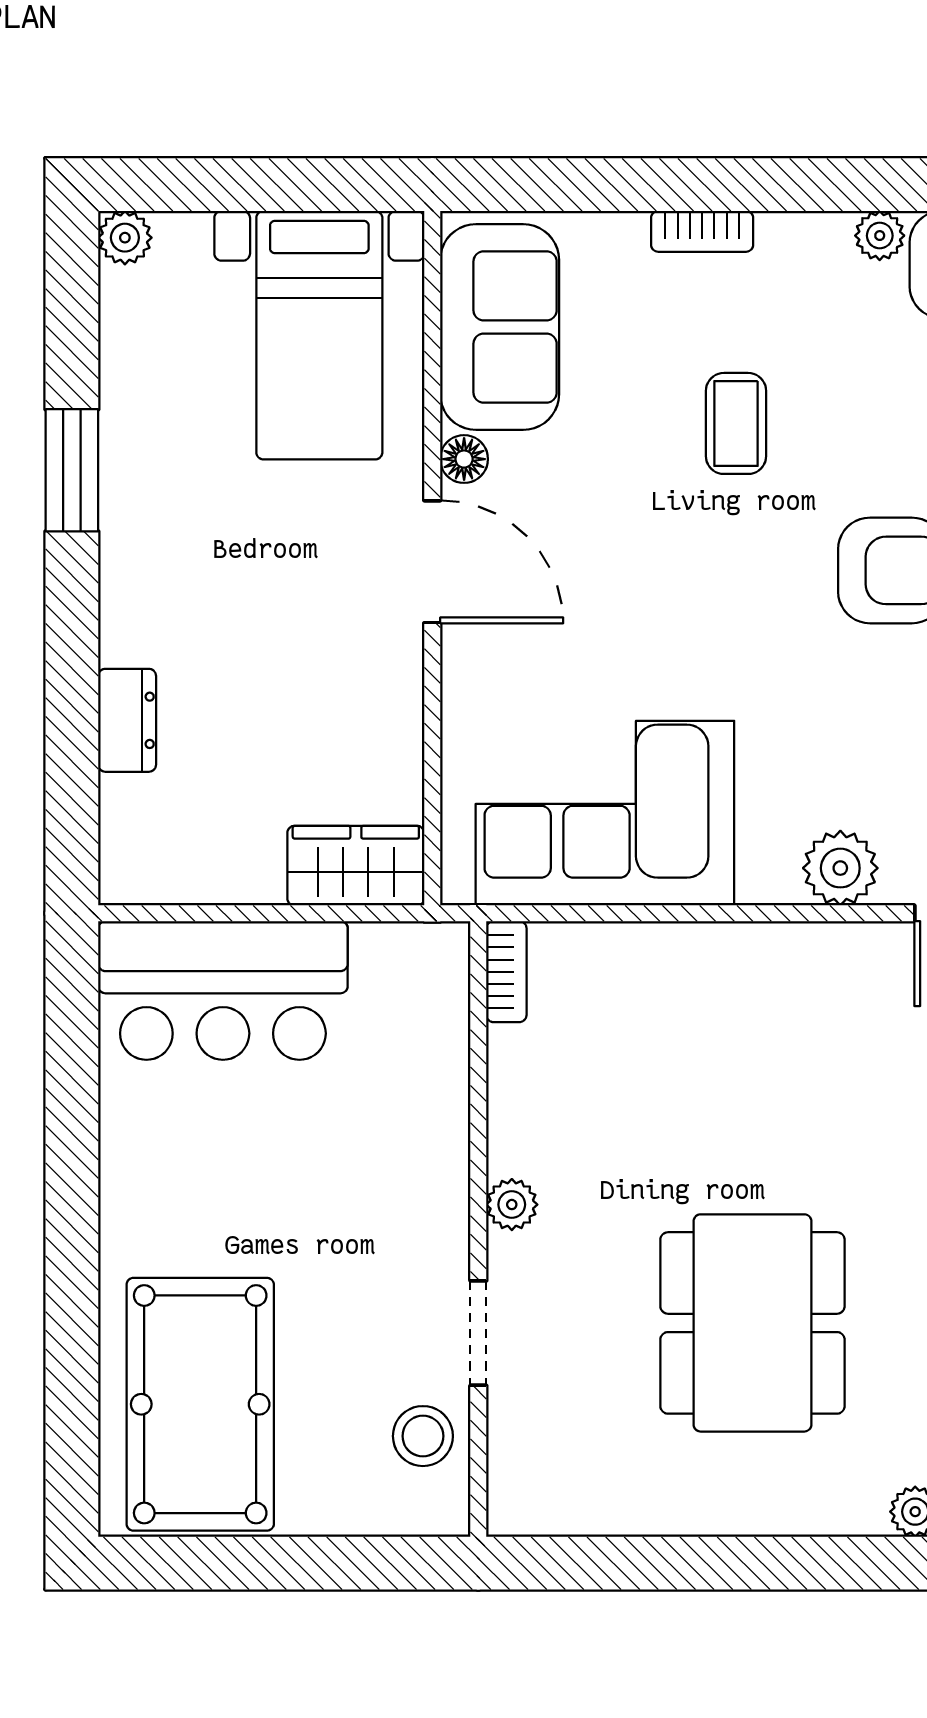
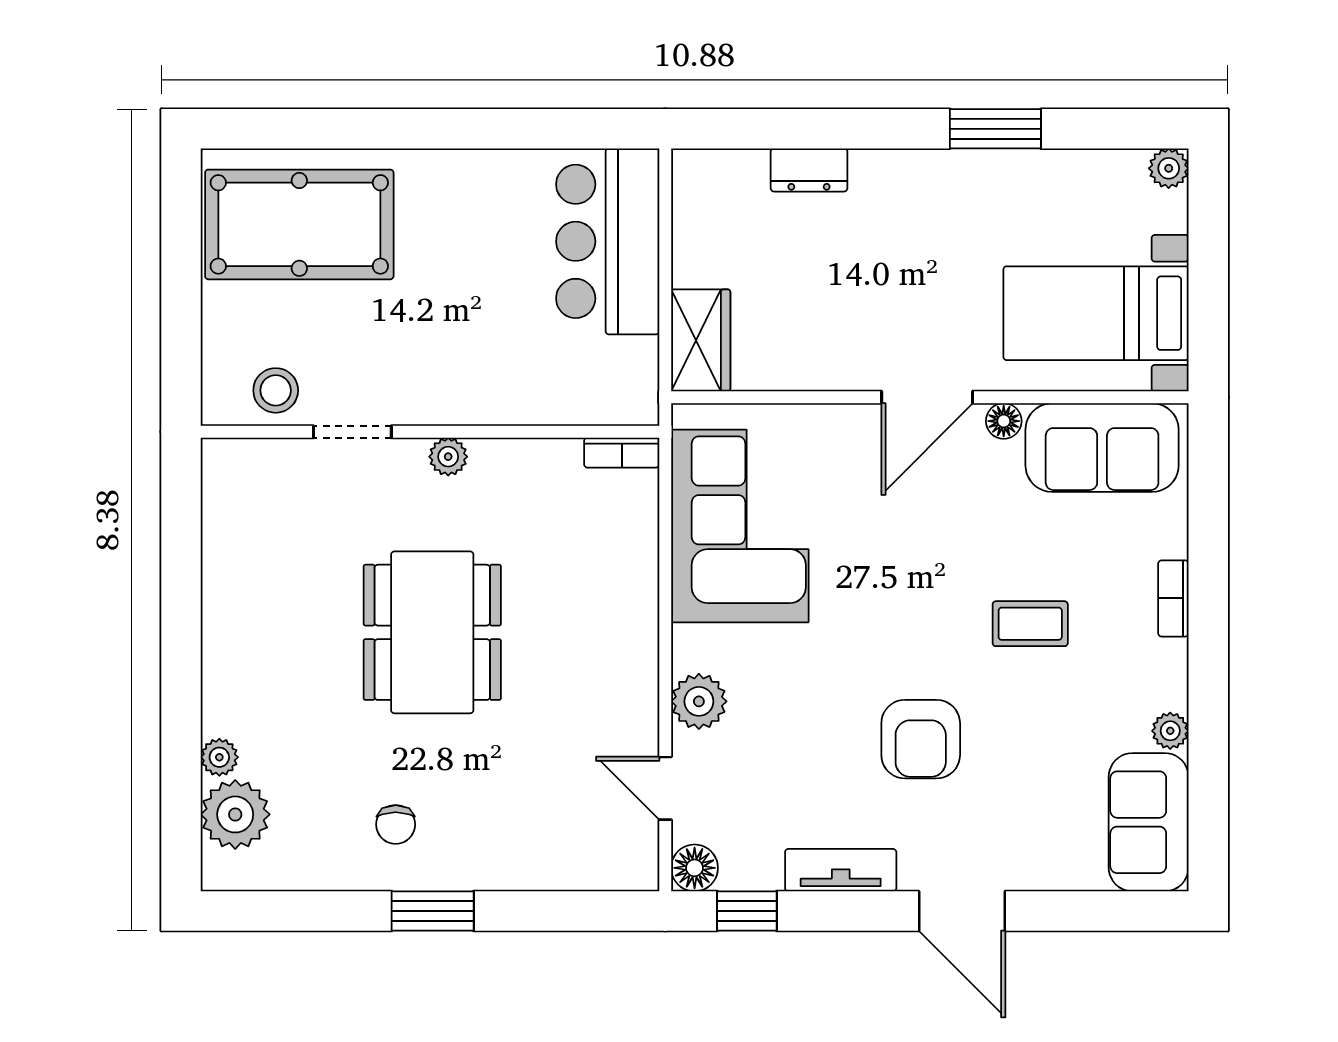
dining table: (752, 1323) -> (432, 632), moved, turned 90

